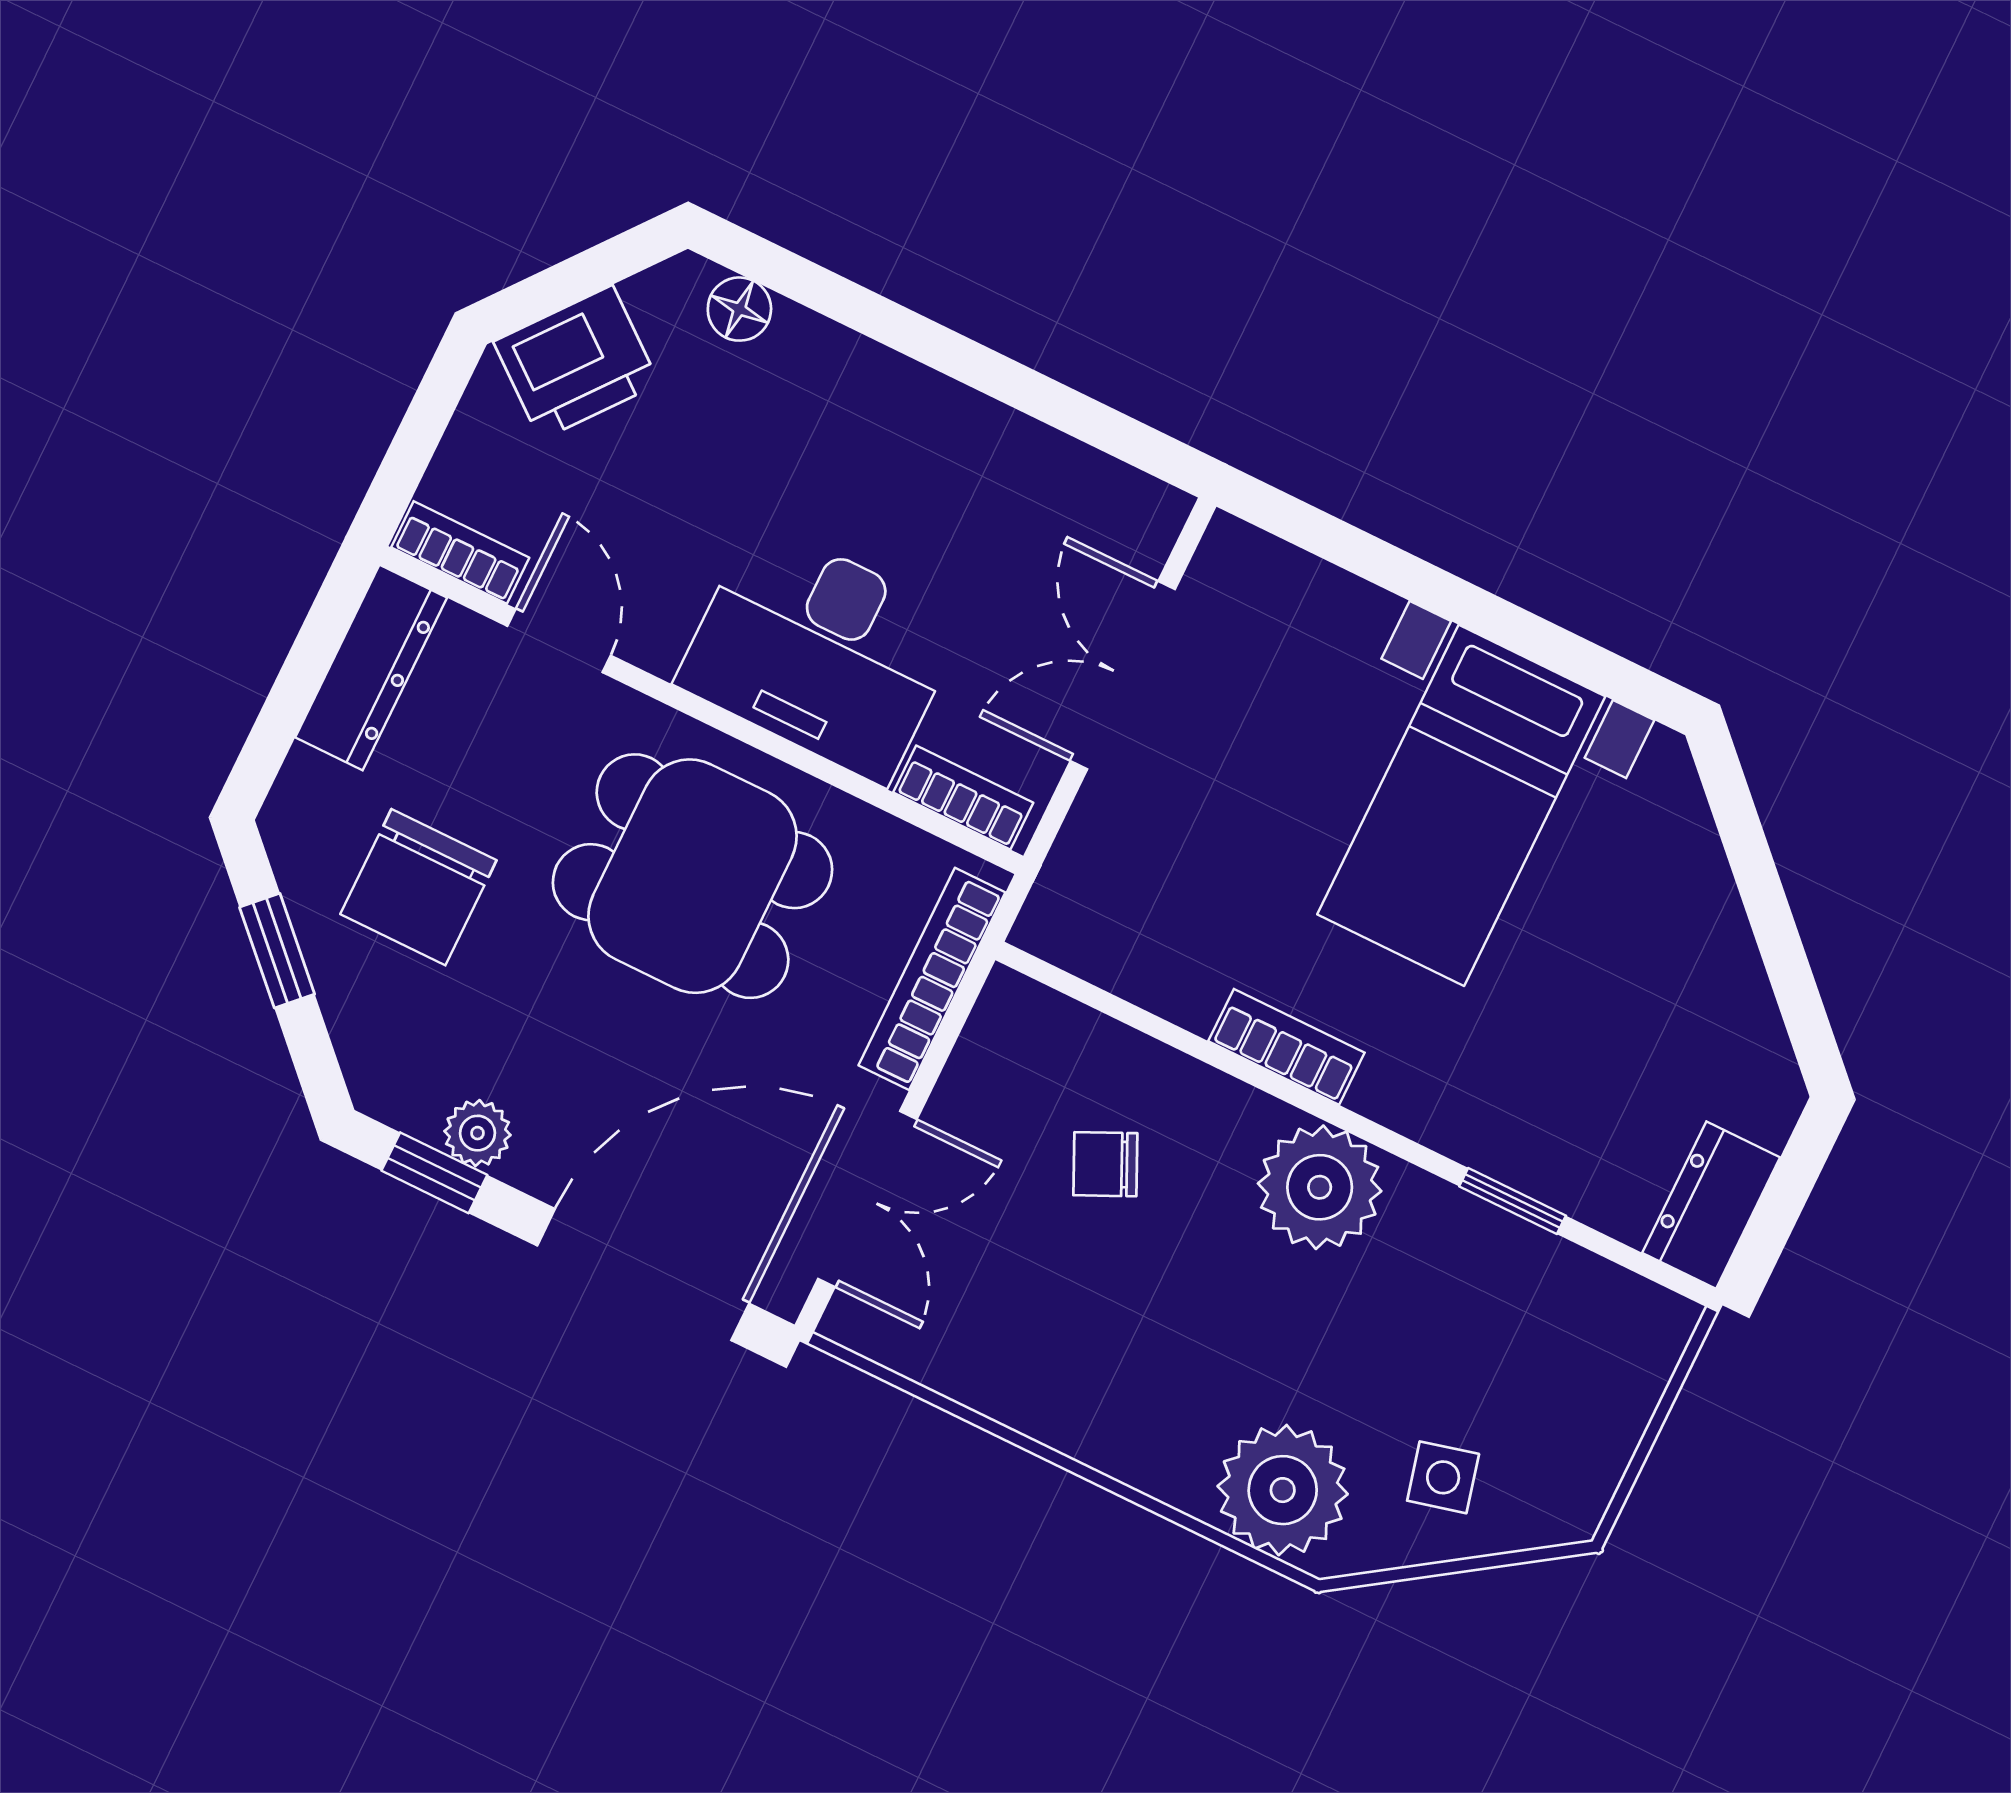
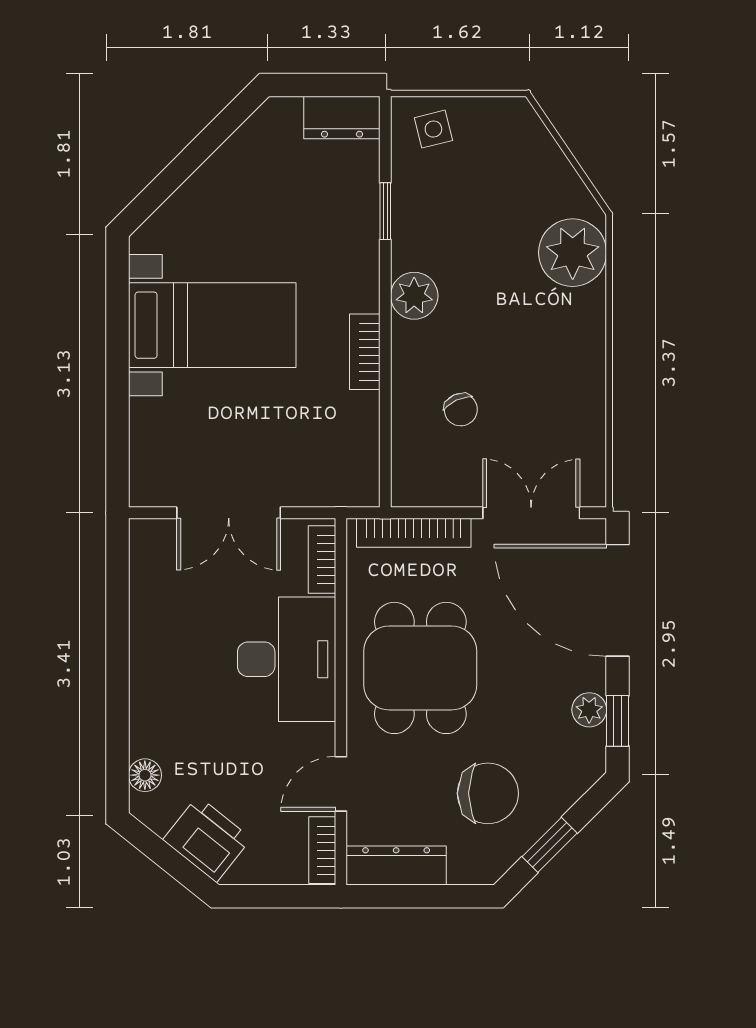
plant: (1320, 1187) -> (414, 296), width x0.73, depth x0.73
side table: (1443, 1477) -> (433, 129), moved

